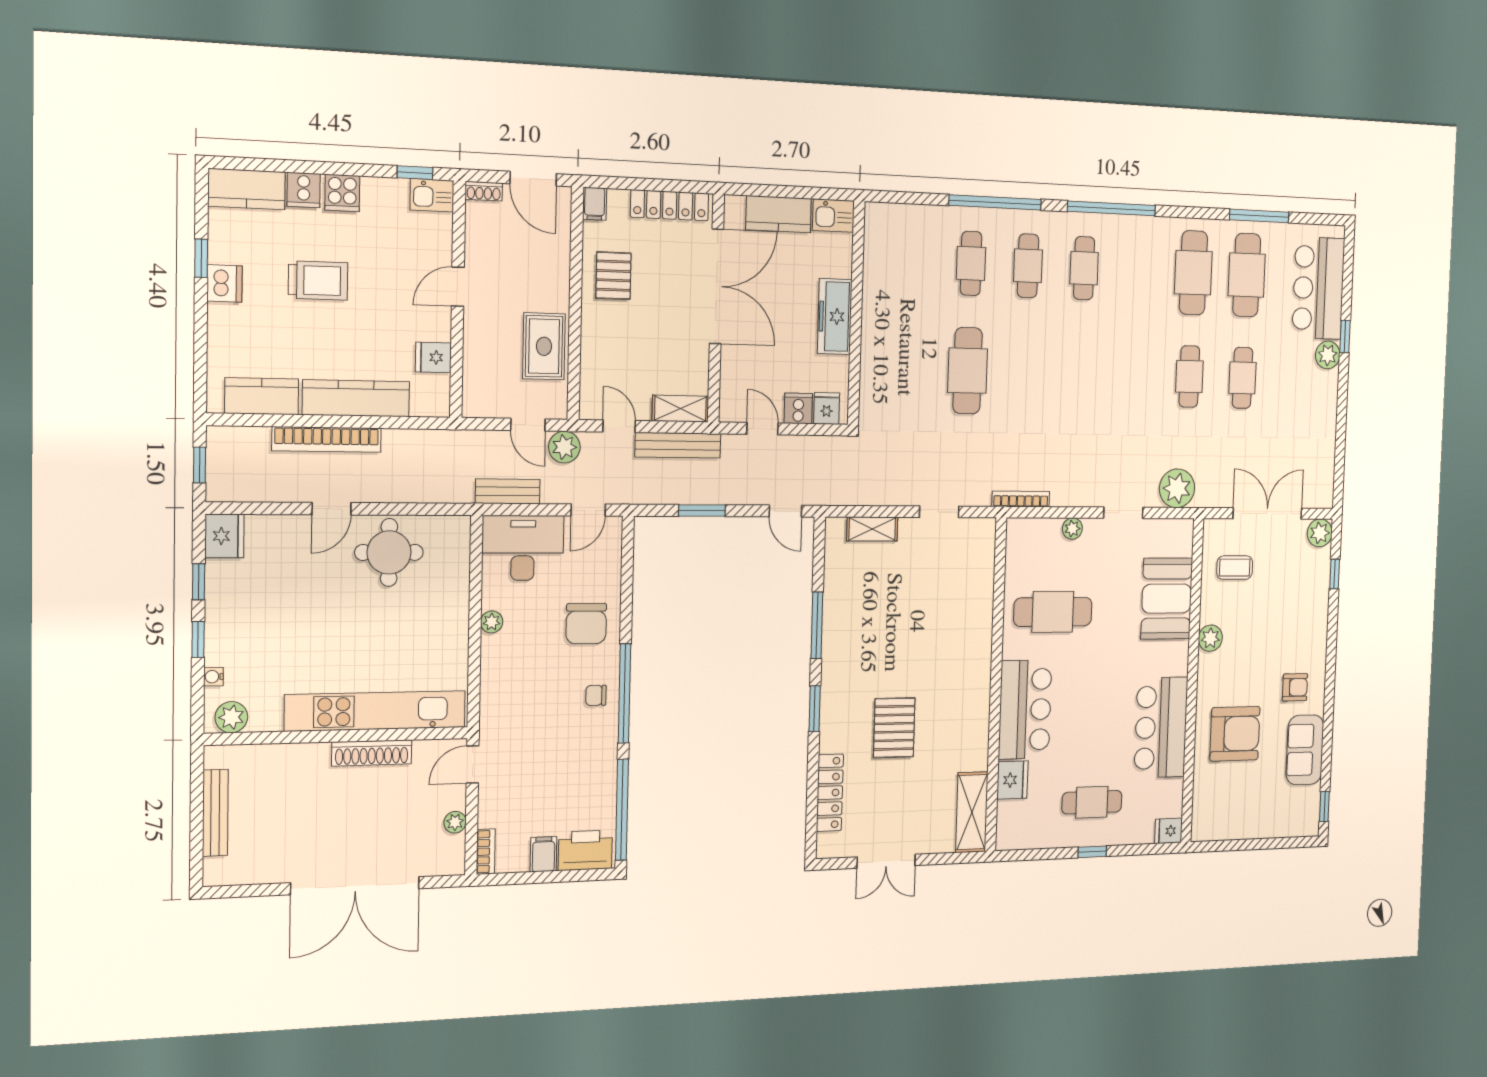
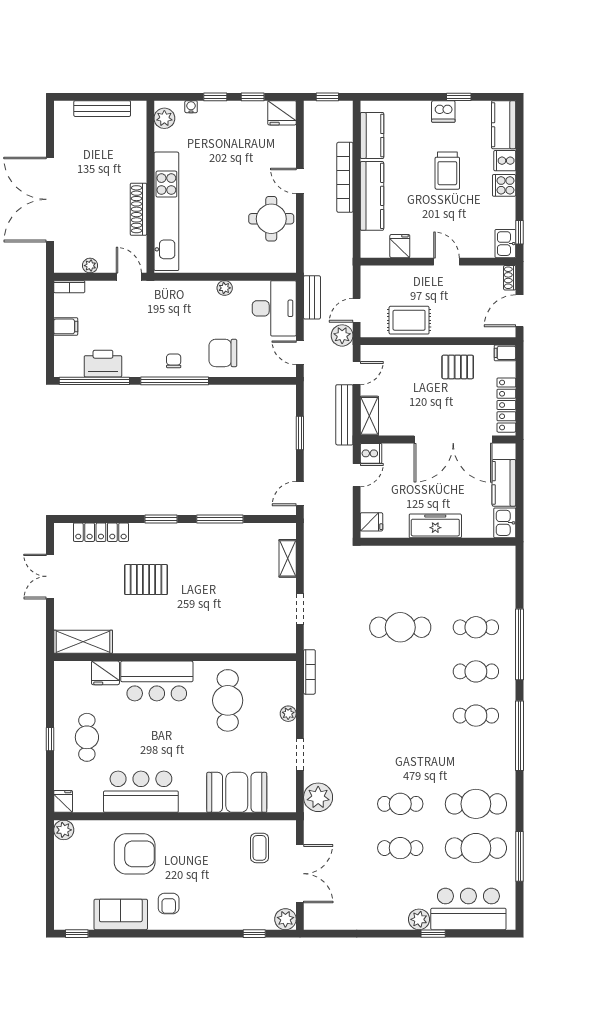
cooker: (798, 408) -> (371, 453), moved
plant: (1210, 638) -> (64, 830), moved
armchair: (1235, 734) -> (135, 854), turned -90
printer: (585, 850) -> (103, 364), moved, turned -90

